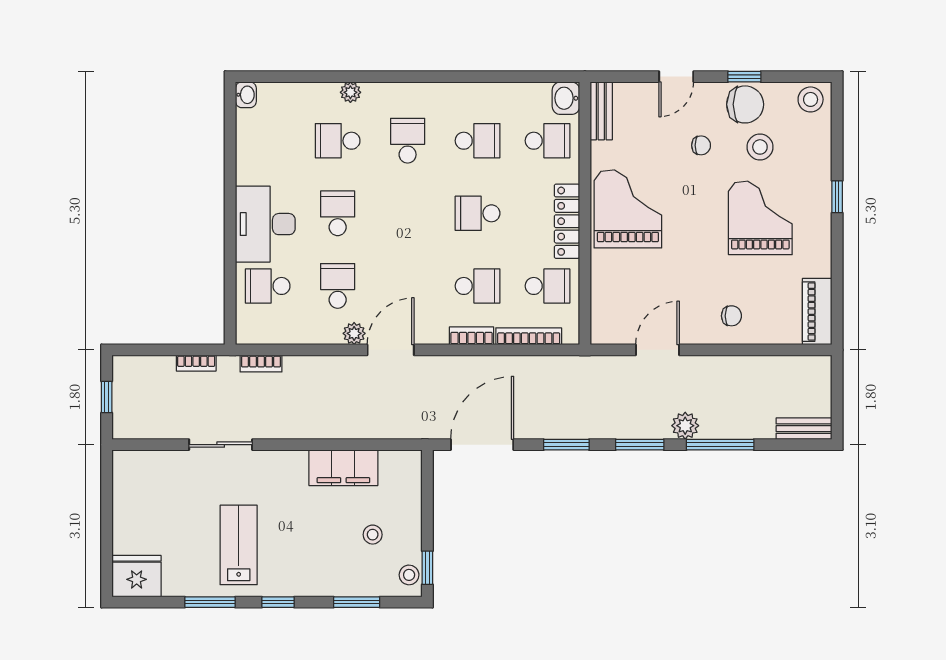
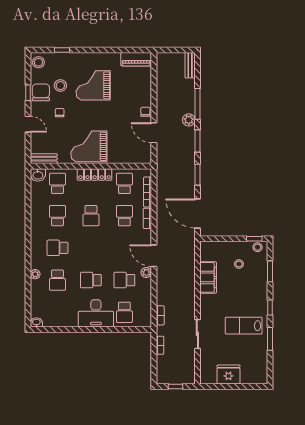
window: (837, 197) -> (62, 50), moved
chair: (731, 316) -> (145, 112), moved
fridge: (137, 576) -> (228, 374), moved, turned 90

